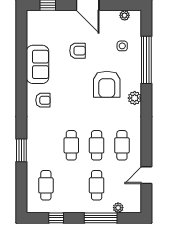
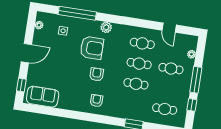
armchair: (77, 51) -> (97, 74), moved
sofa: (38, 64) -> (43, 97), moved
window: (101, 218) -> (196, 80), moved

